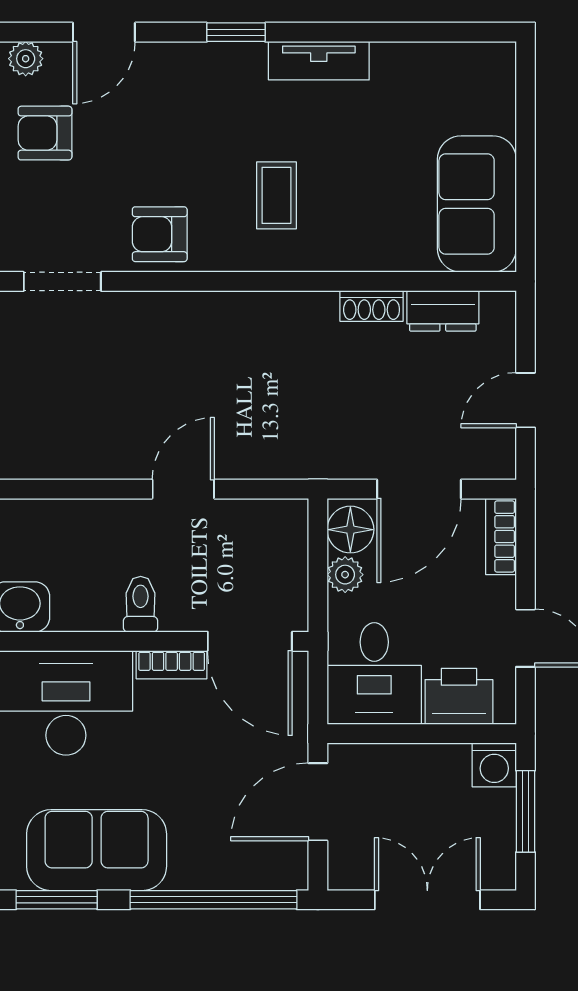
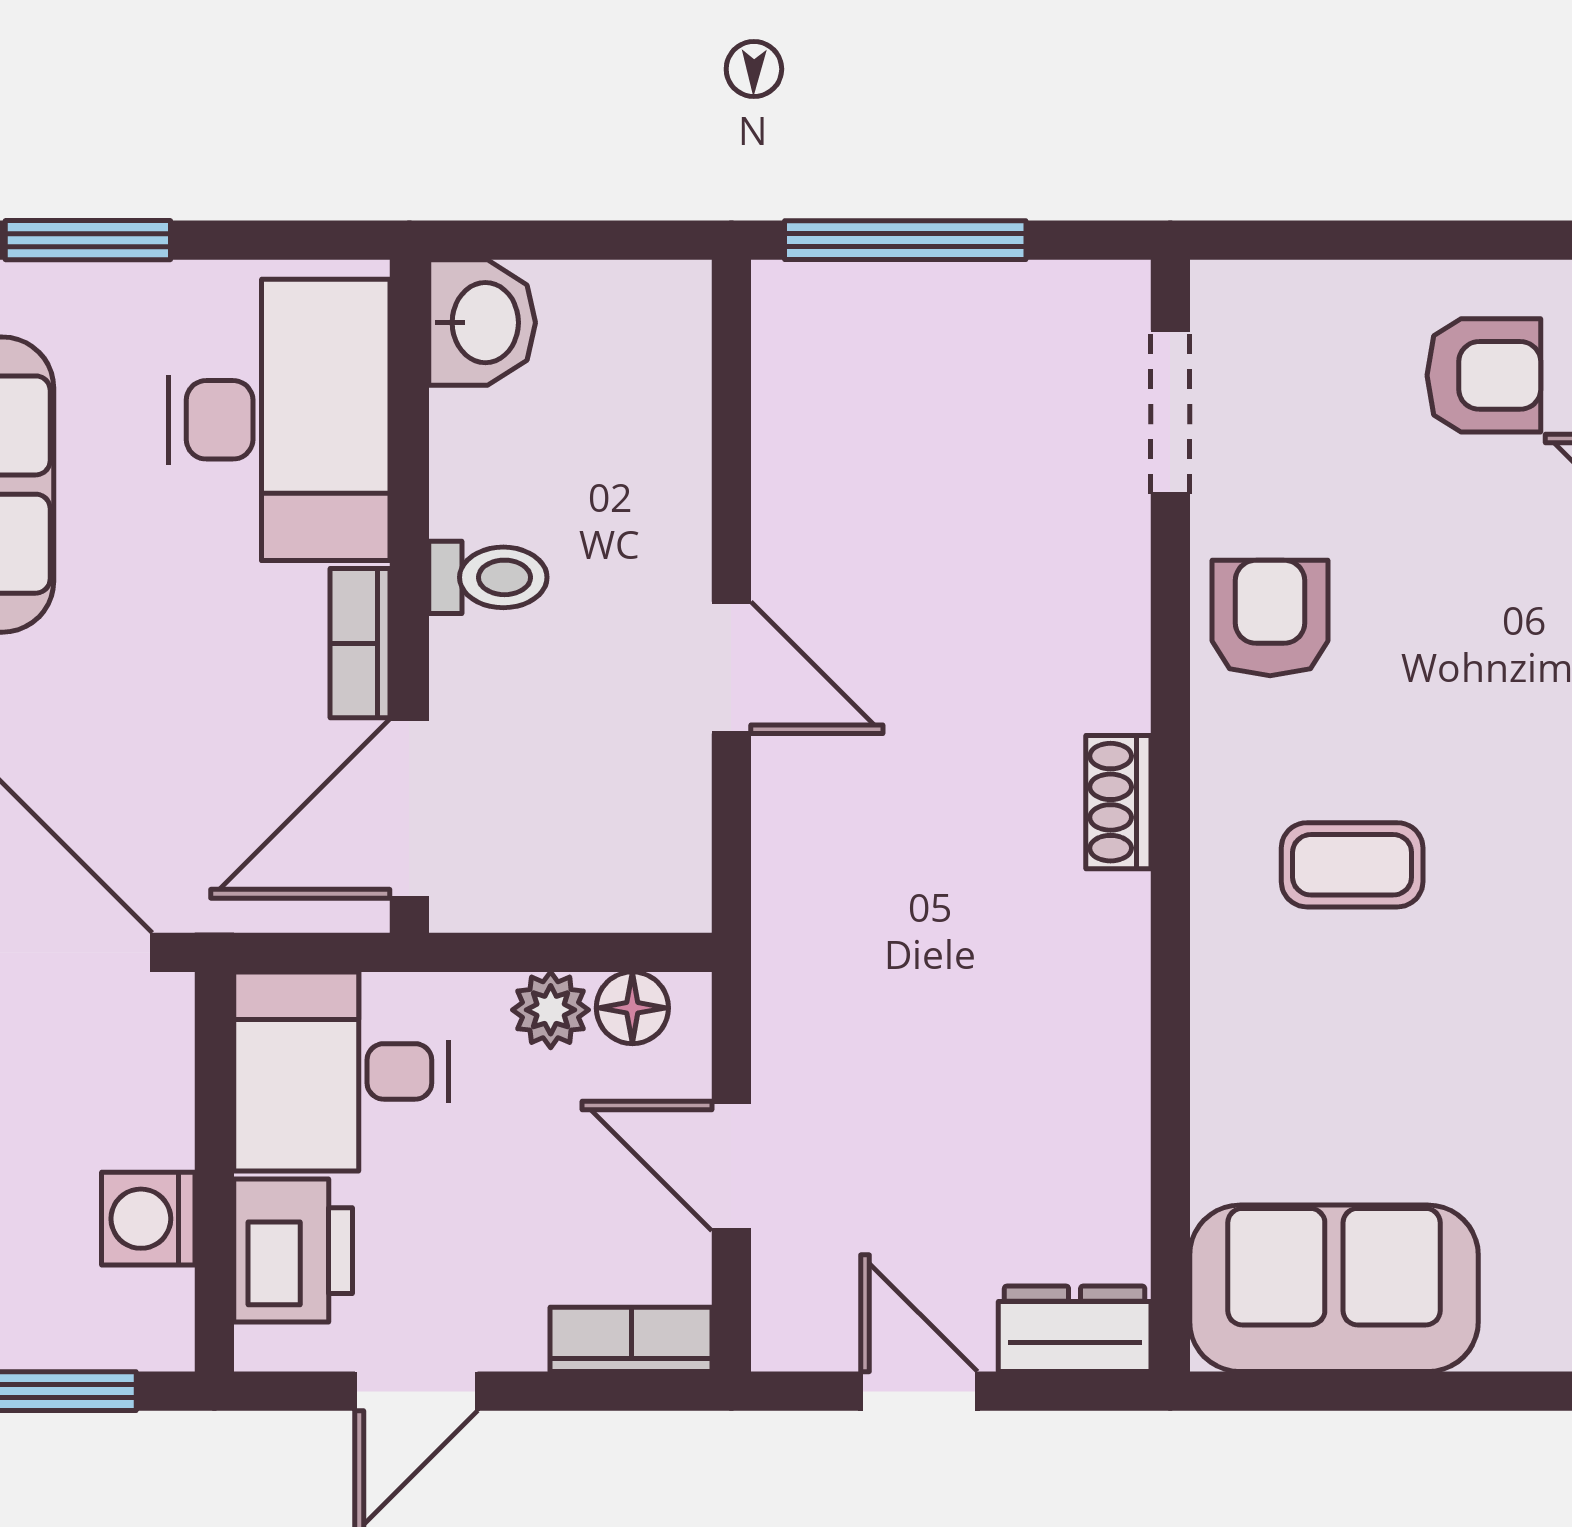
armchair: (45, 133) -> (1484, 375), turned 90
shoe rack: (372, 306) -> (1118, 802), moved
dresser: (443, 311) -> (1075, 1329), moved, turned 90
door: (419, 489) -> (731, 1166), width x0.73
floor lamp: (350, 530) -> (632, 1008), width x0.73, depth x0.73
washing machine: (494, 765) -> (148, 1219), moved

